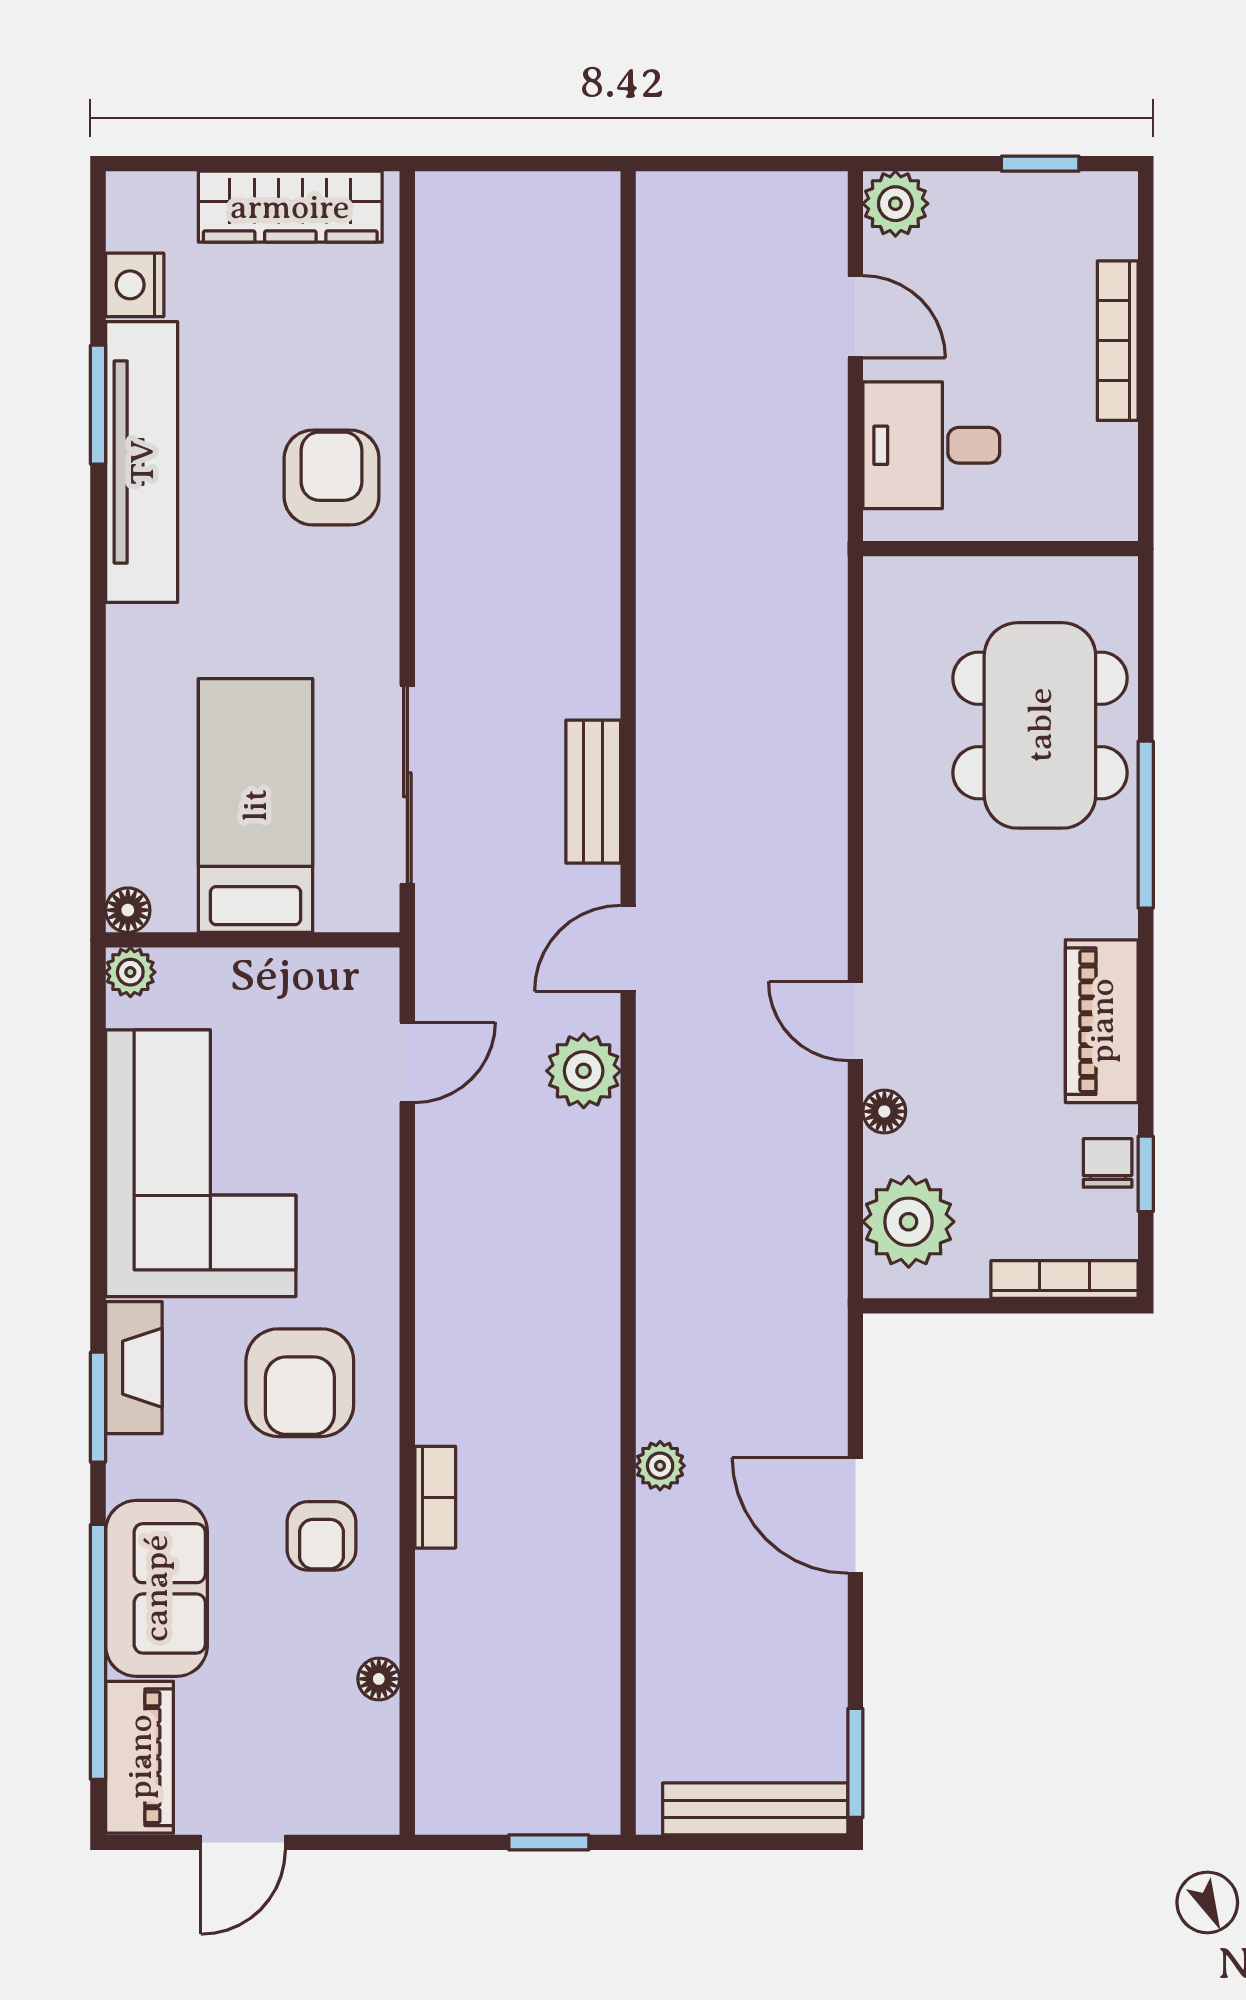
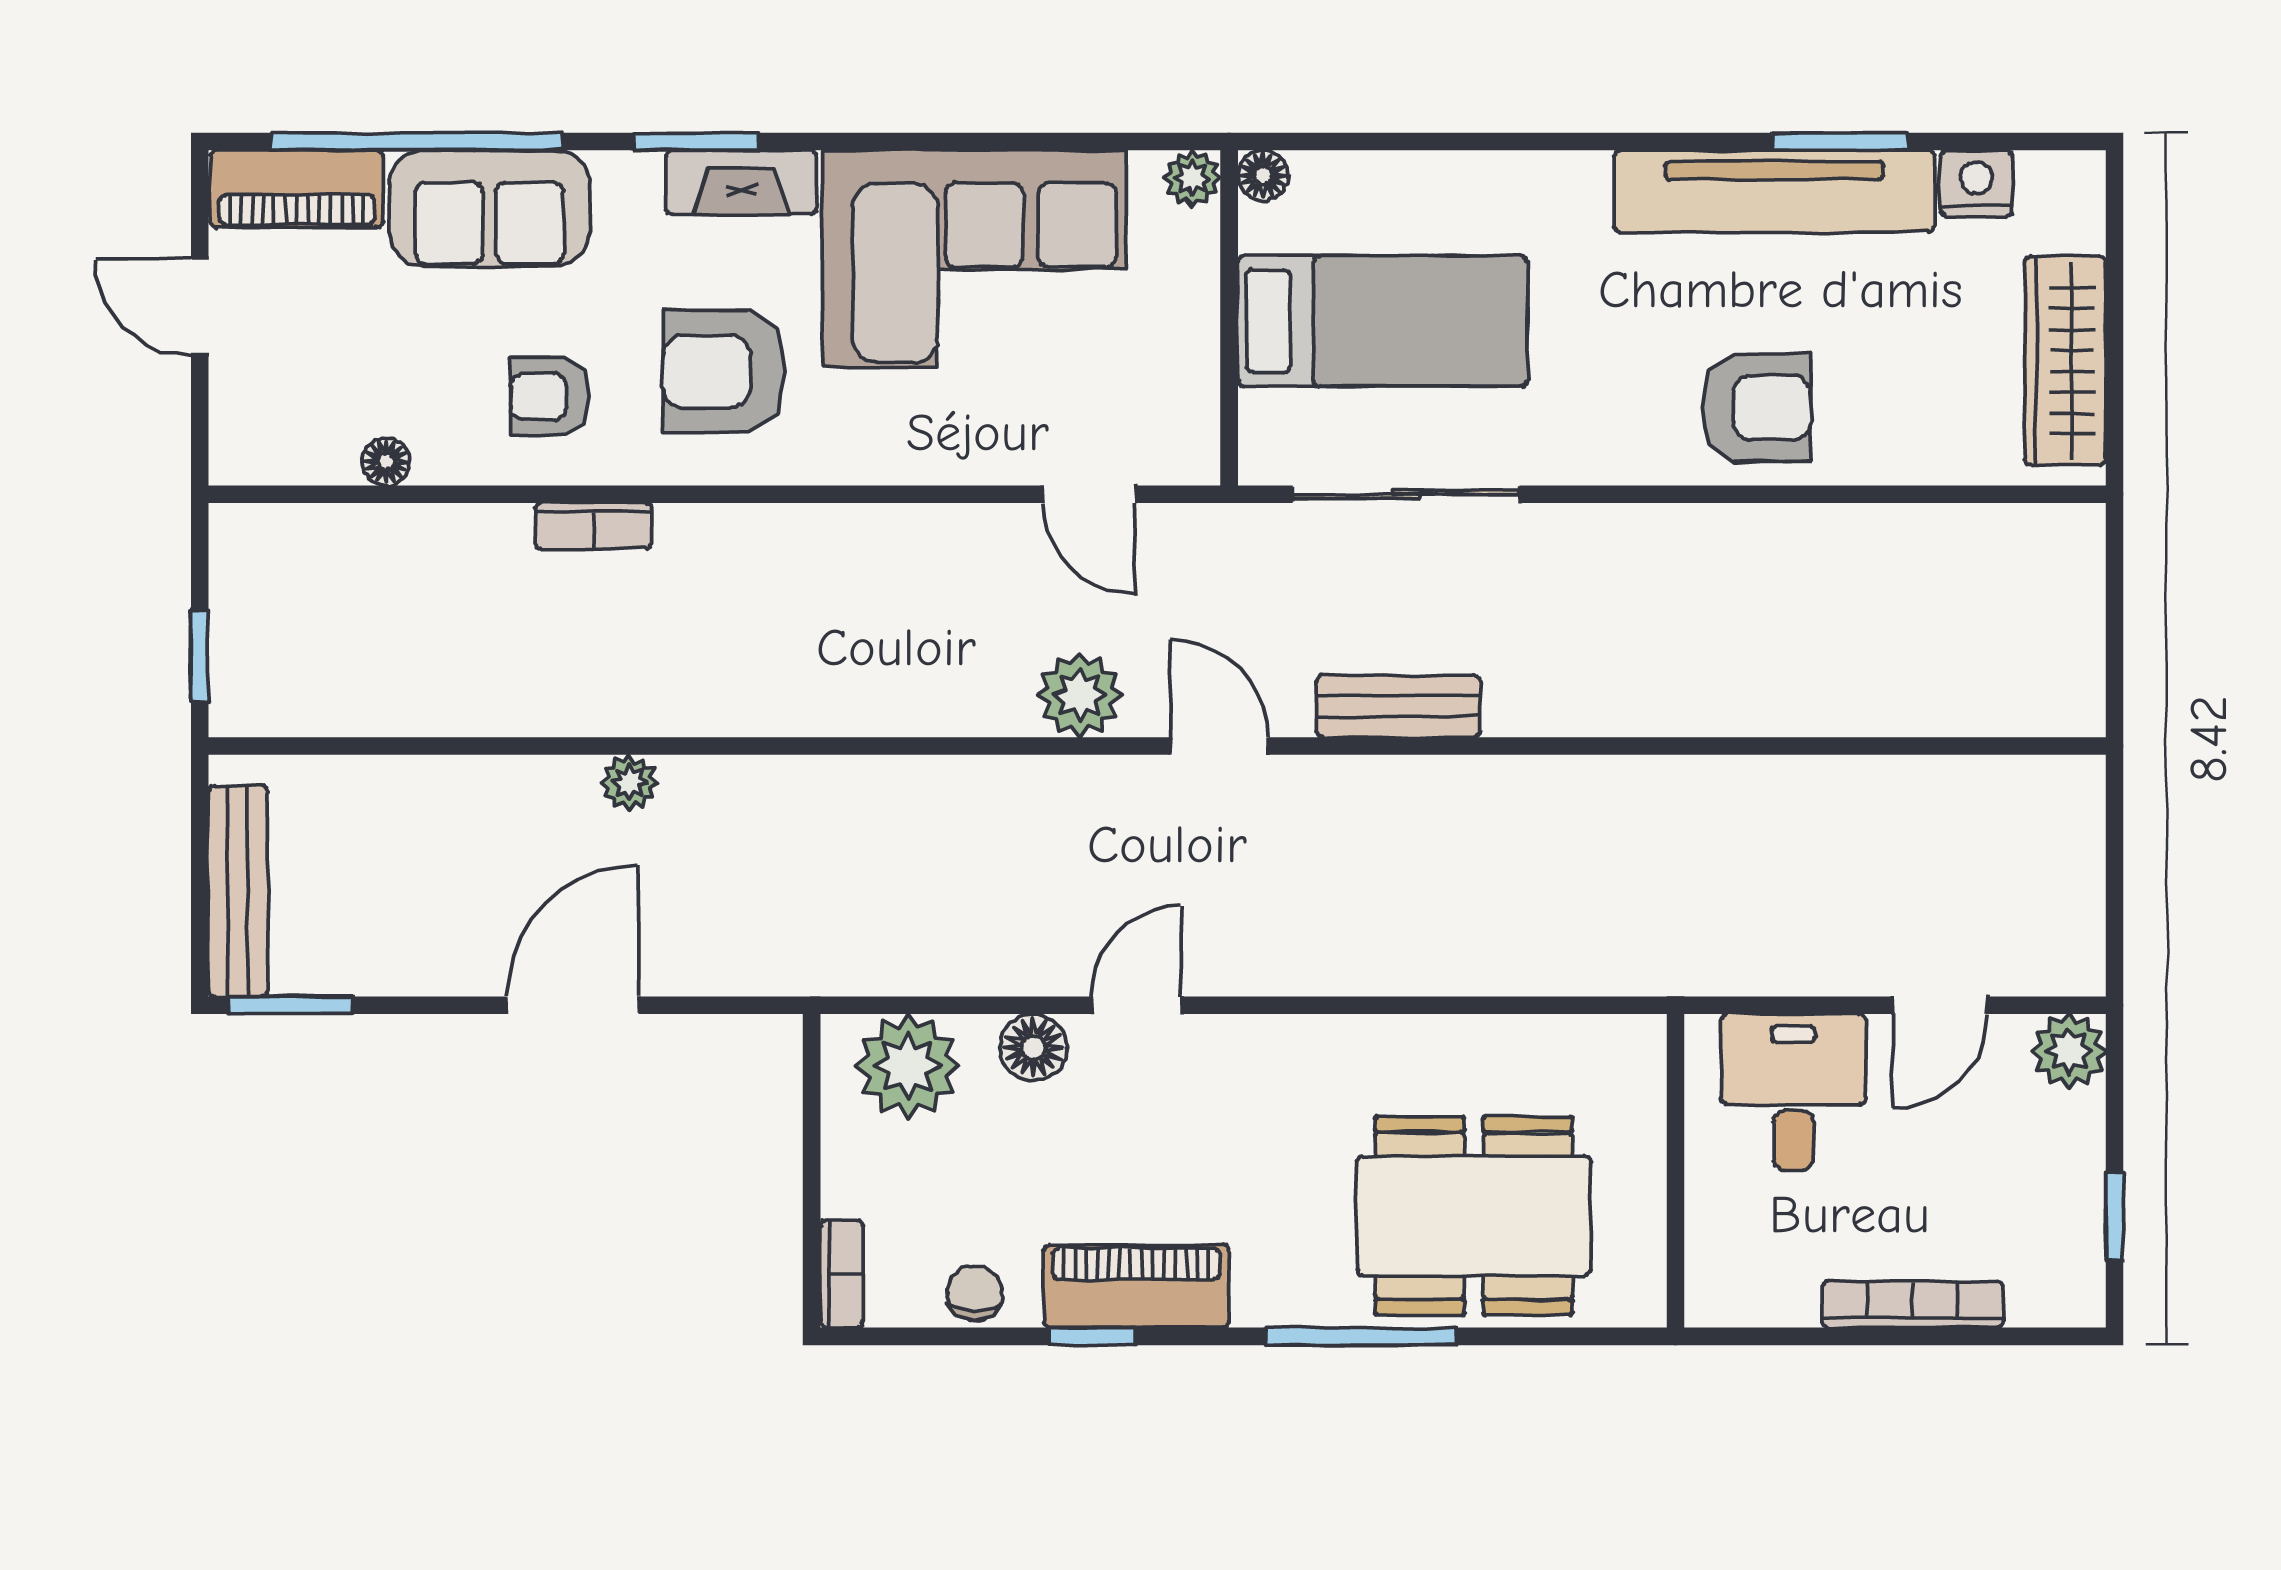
floor lamp: (884, 1111) -> (1033, 1047), width x1.37, depth x1.37
chair: (1108, 1163) -> (975, 1293), turned -90
window: (1146, 1174) -> (1092, 1336), moved
bookcase: (1065, 1279) -> (842, 1274), width x0.64

